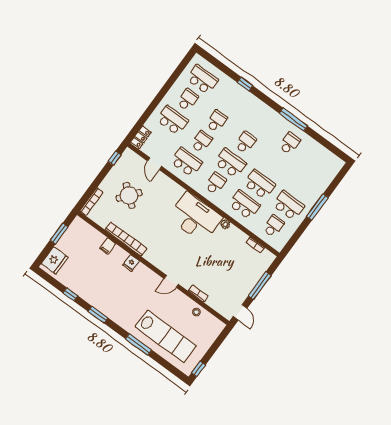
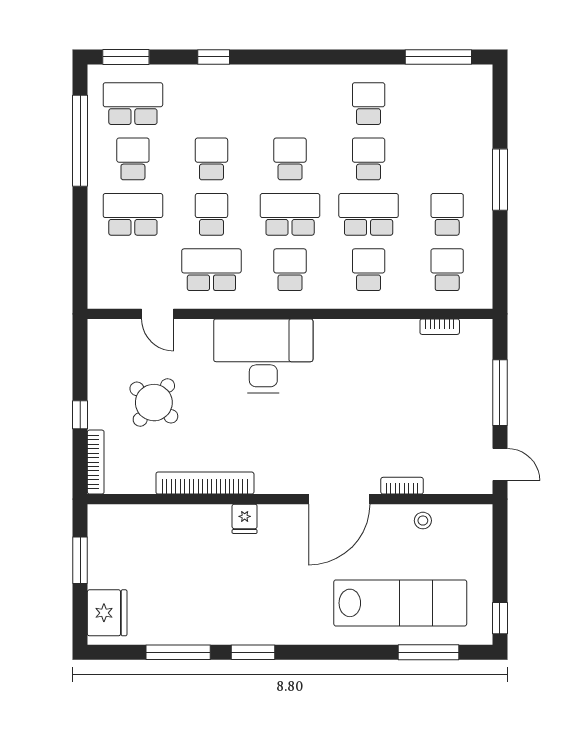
window: (213, 60) -> (126, 57), added
window: (173, 79) -> (80, 141), added
window: (293, 120) -> (438, 57), moved
locker: (141, 137) -> (100, 285), removed
window: (115, 158) -> (80, 415), moved
school desk: (275, 164) -> (369, 159), added
school desk: (244, 205) -> (369, 270), width x0.54
school desk: (289, 206) -> (447, 214), width x0.54
desk: (195, 217) -> (263, 356), moved
plant: (225, 224) -> (360, 329), removed
filing cabinet: (108, 246) -> (182, 519), removed
door: (171, 281) -> (339, 499), width x1.88
window: (70, 294) -> (178, 652), width x2.17
window: (139, 344) -> (428, 652), moved

